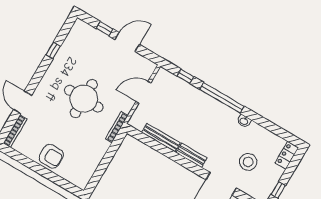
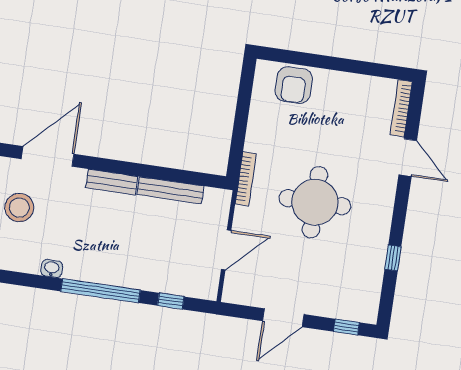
window: (105, 29) -> (346, 327), moved
armchair: (51, 156) -> (294, 85), moved, turned -90

